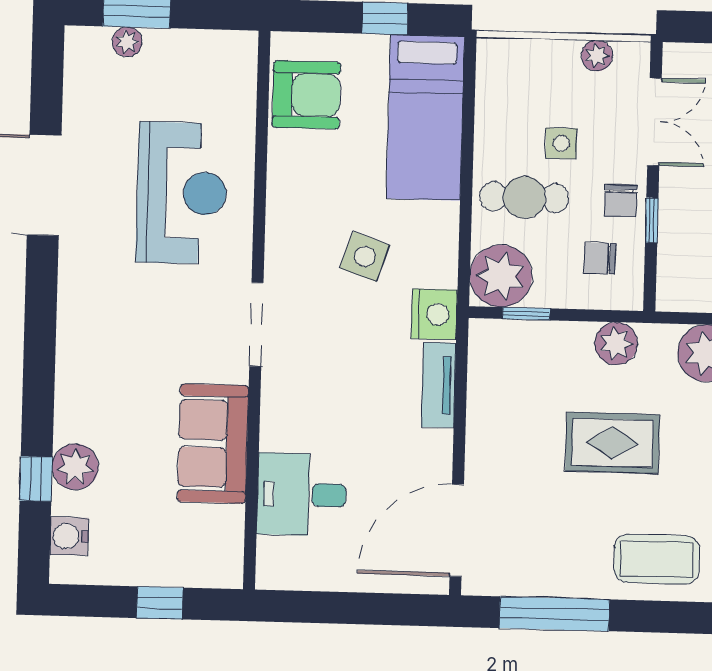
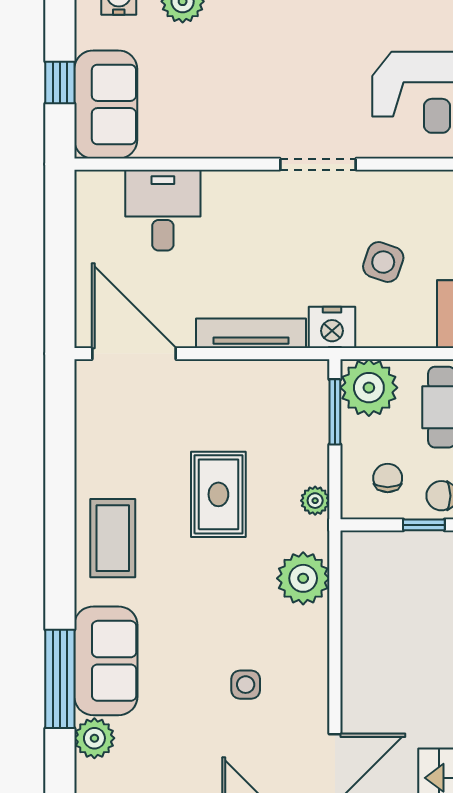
window: (526, 314) -> (335, 412), width x1.50
plant: (616, 344) -> (315, 501), width x0.73, depth x0.73
tv unit: (439, 385) -> (251, 333), width x1.41
sofa: (213, 444) -> (106, 104), moved, turned 90
window: (554, 614) -> (60, 445), removed

